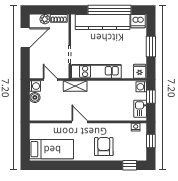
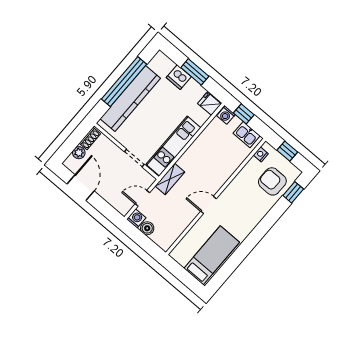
dishwasher: (138, 21) -> (179, 77), moved, turned 90
armchair: (104, 147) -> (272, 181), moved

